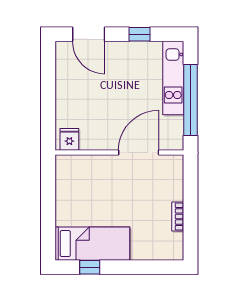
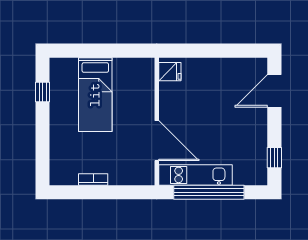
window: (140, 34) -> (274, 158), moved
kitchen unit: (173, 78) -> (195, 175), moved
bed: (92, 244) -> (95, 95), moved

